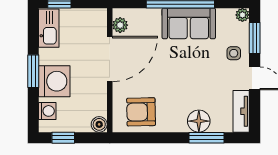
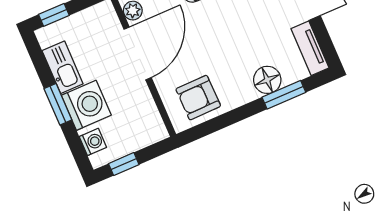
kitchen sink: (49, 28) -> (63, 67), moved
boiler: (99, 124) -> (157, 132), removed

